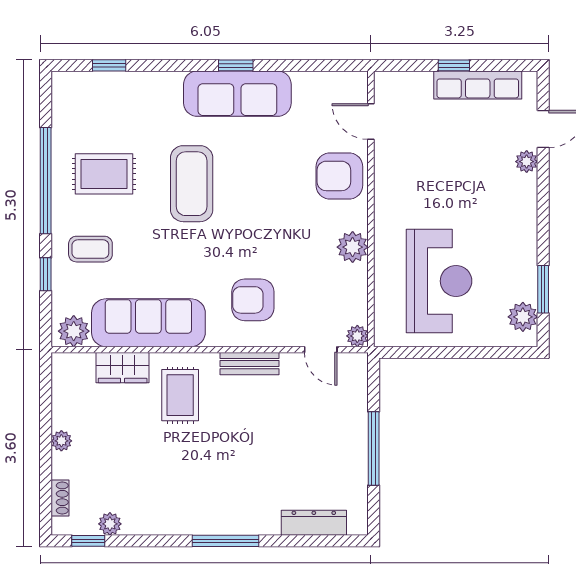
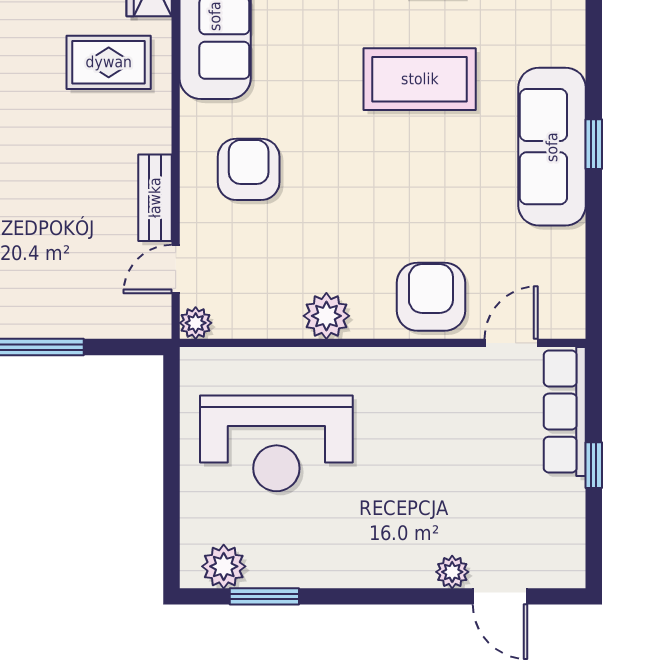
row of seats: (478, 85) -> (565, 412), moved
bench: (250, 364) -> (155, 198), moved

